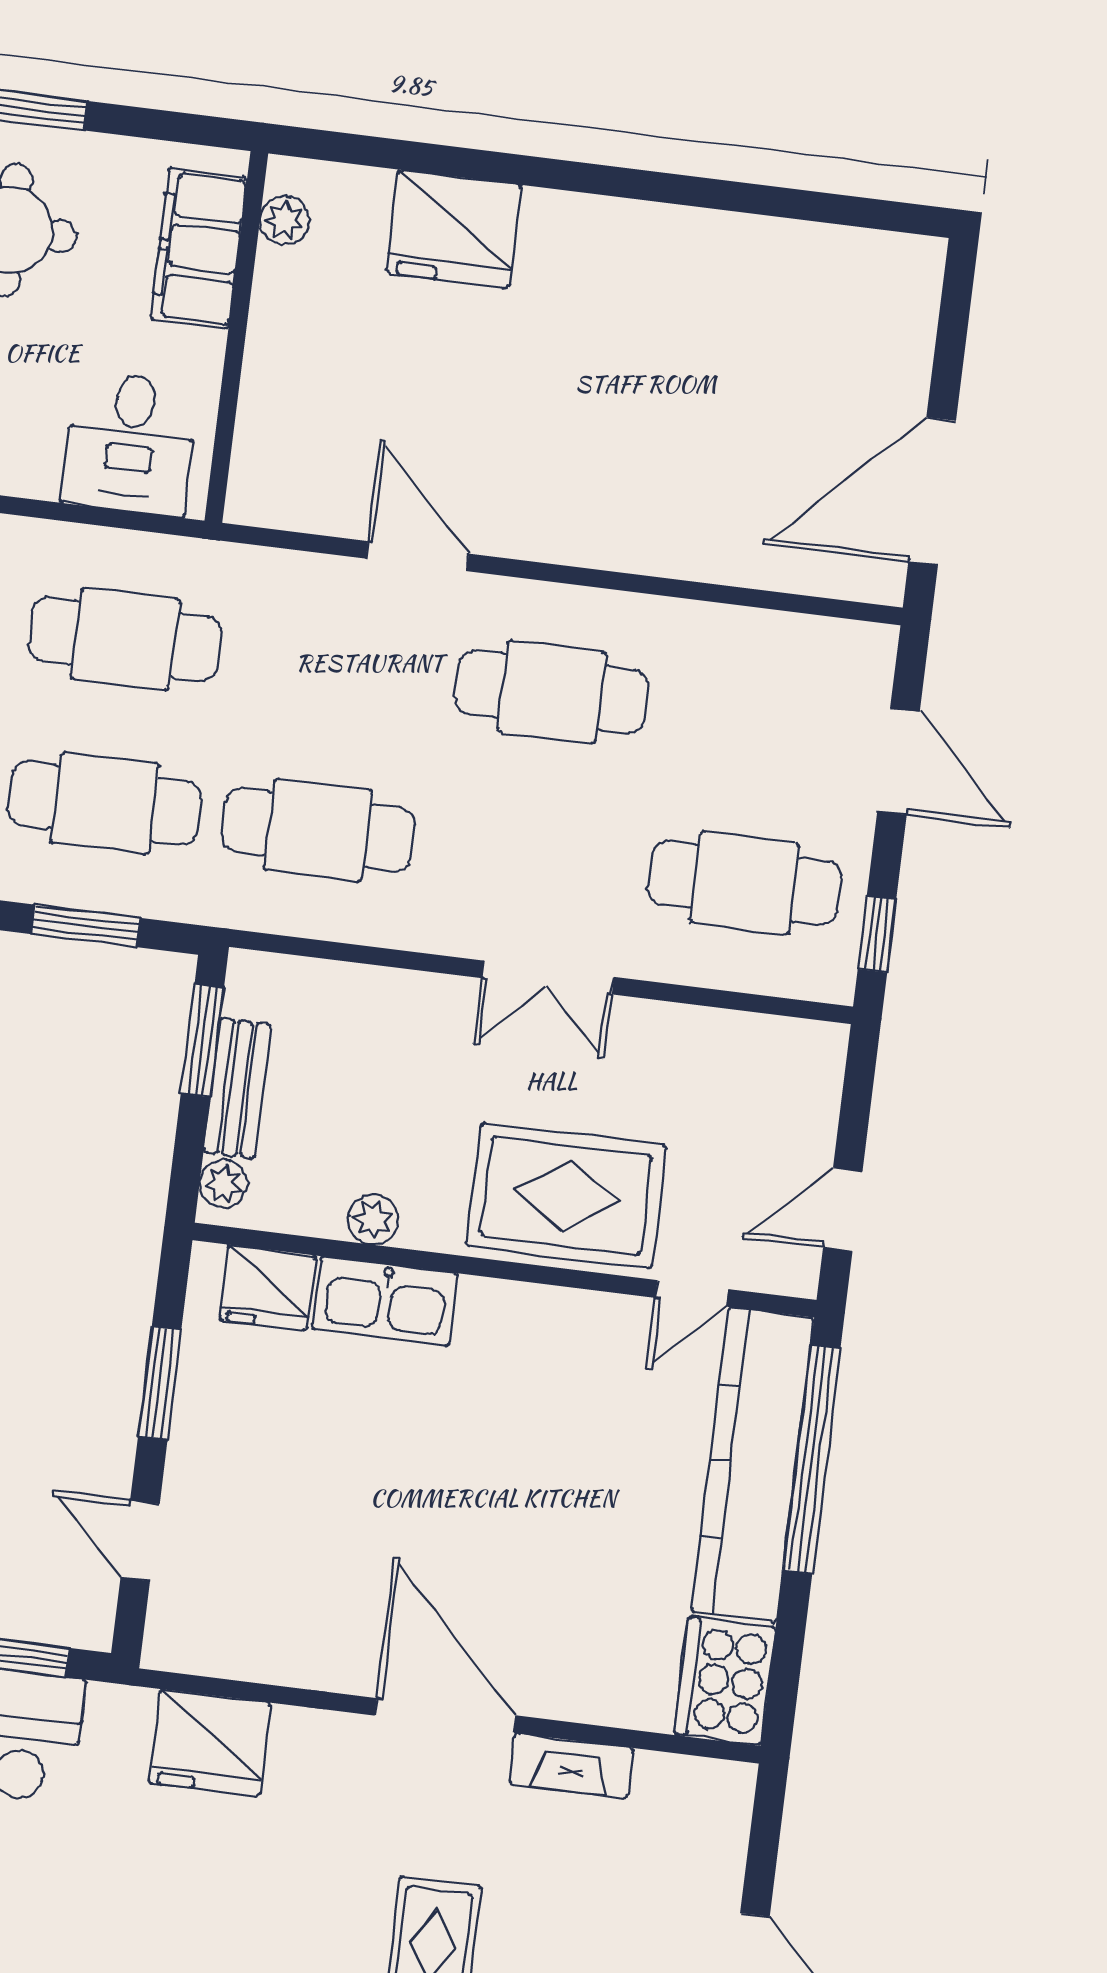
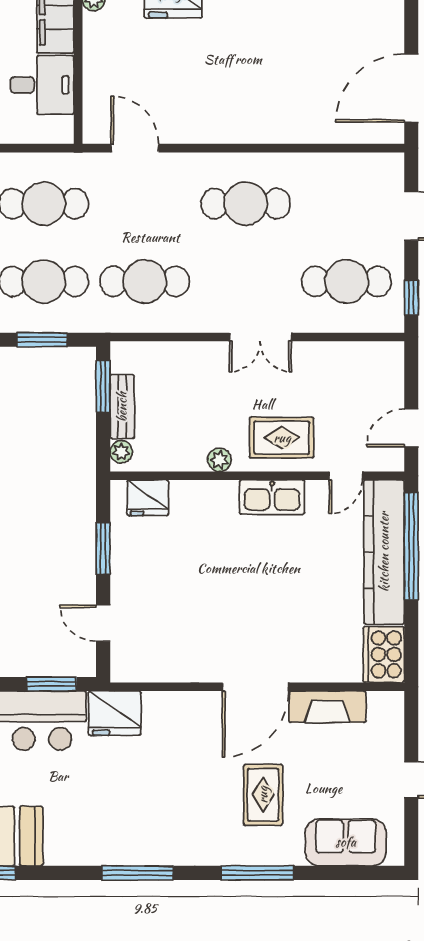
desk: (130, 443) -> (42, 85), moved, turned -90
door: (417, 556) -> (135, 148), moved
rug: (566, 1196) -> (282, 438), width x0.73, depth x0.70
plant: (373, 1220) -> (220, 460), moved
kitchen sink: (385, 1301) -> (272, 497), moved
door: (445, 1716) -> (256, 687), swing flipped
fridge: (210, 1743) -> (115, 713), moved
fireplace: (571, 1766) -> (327, 707), width x1.37, depth x1.32

